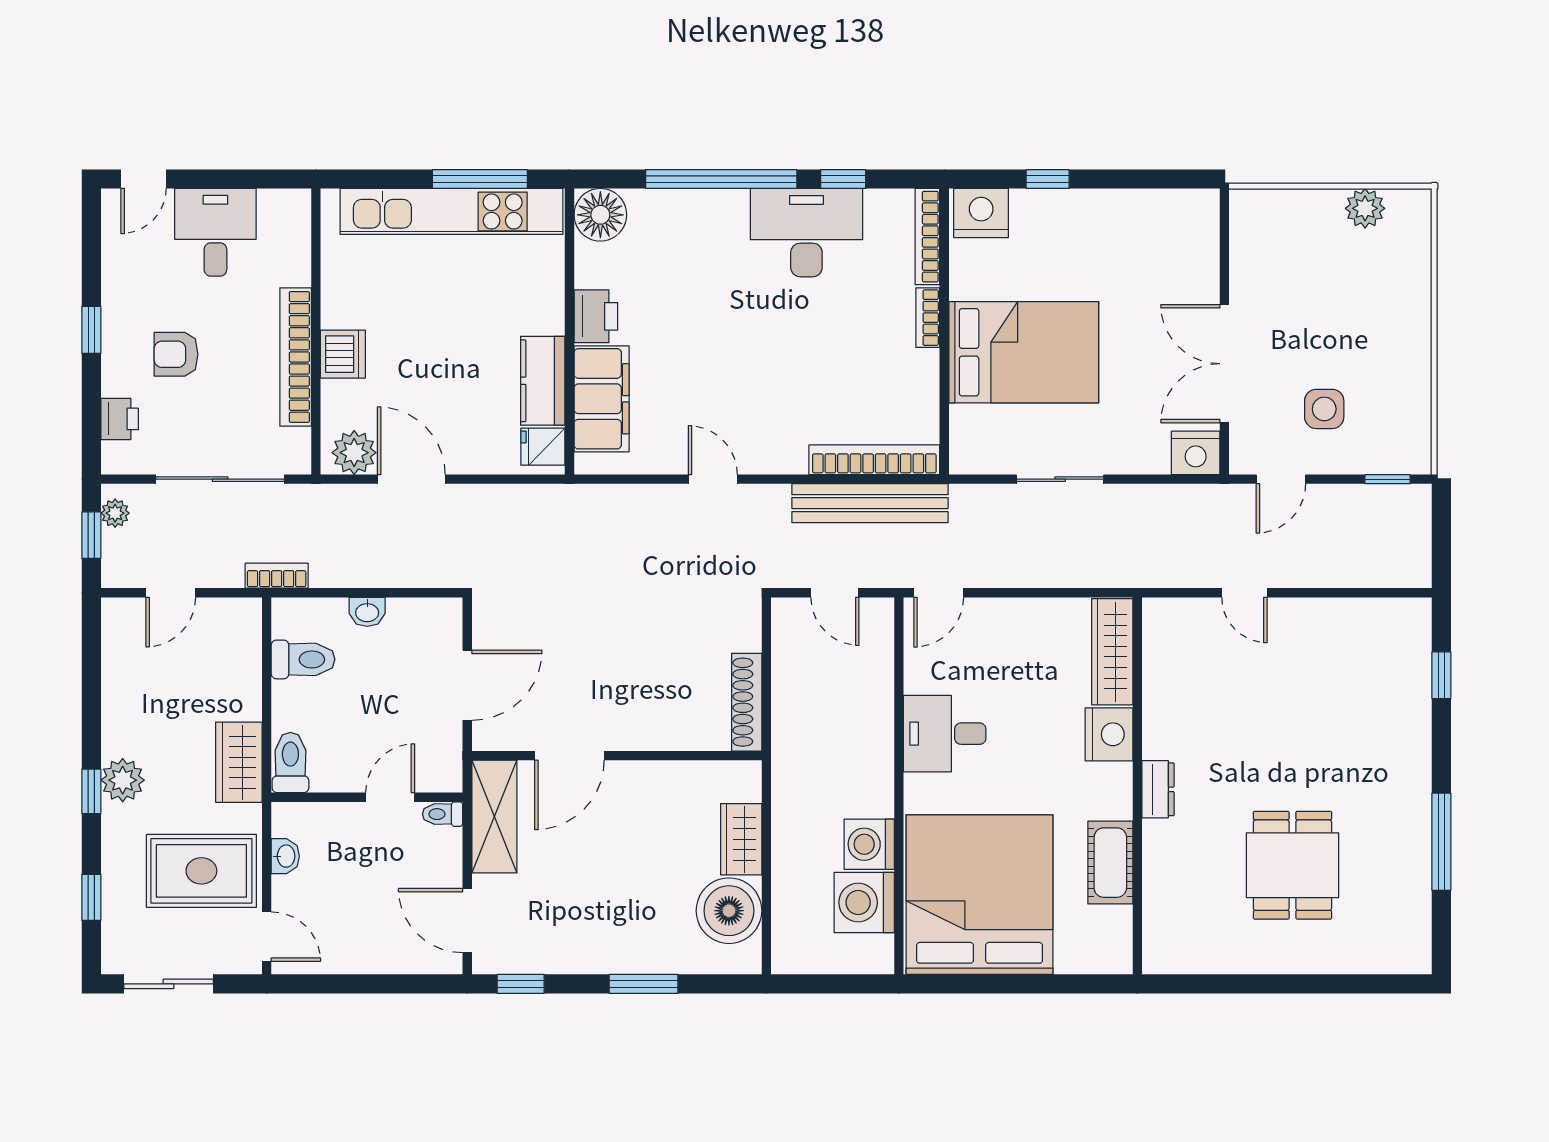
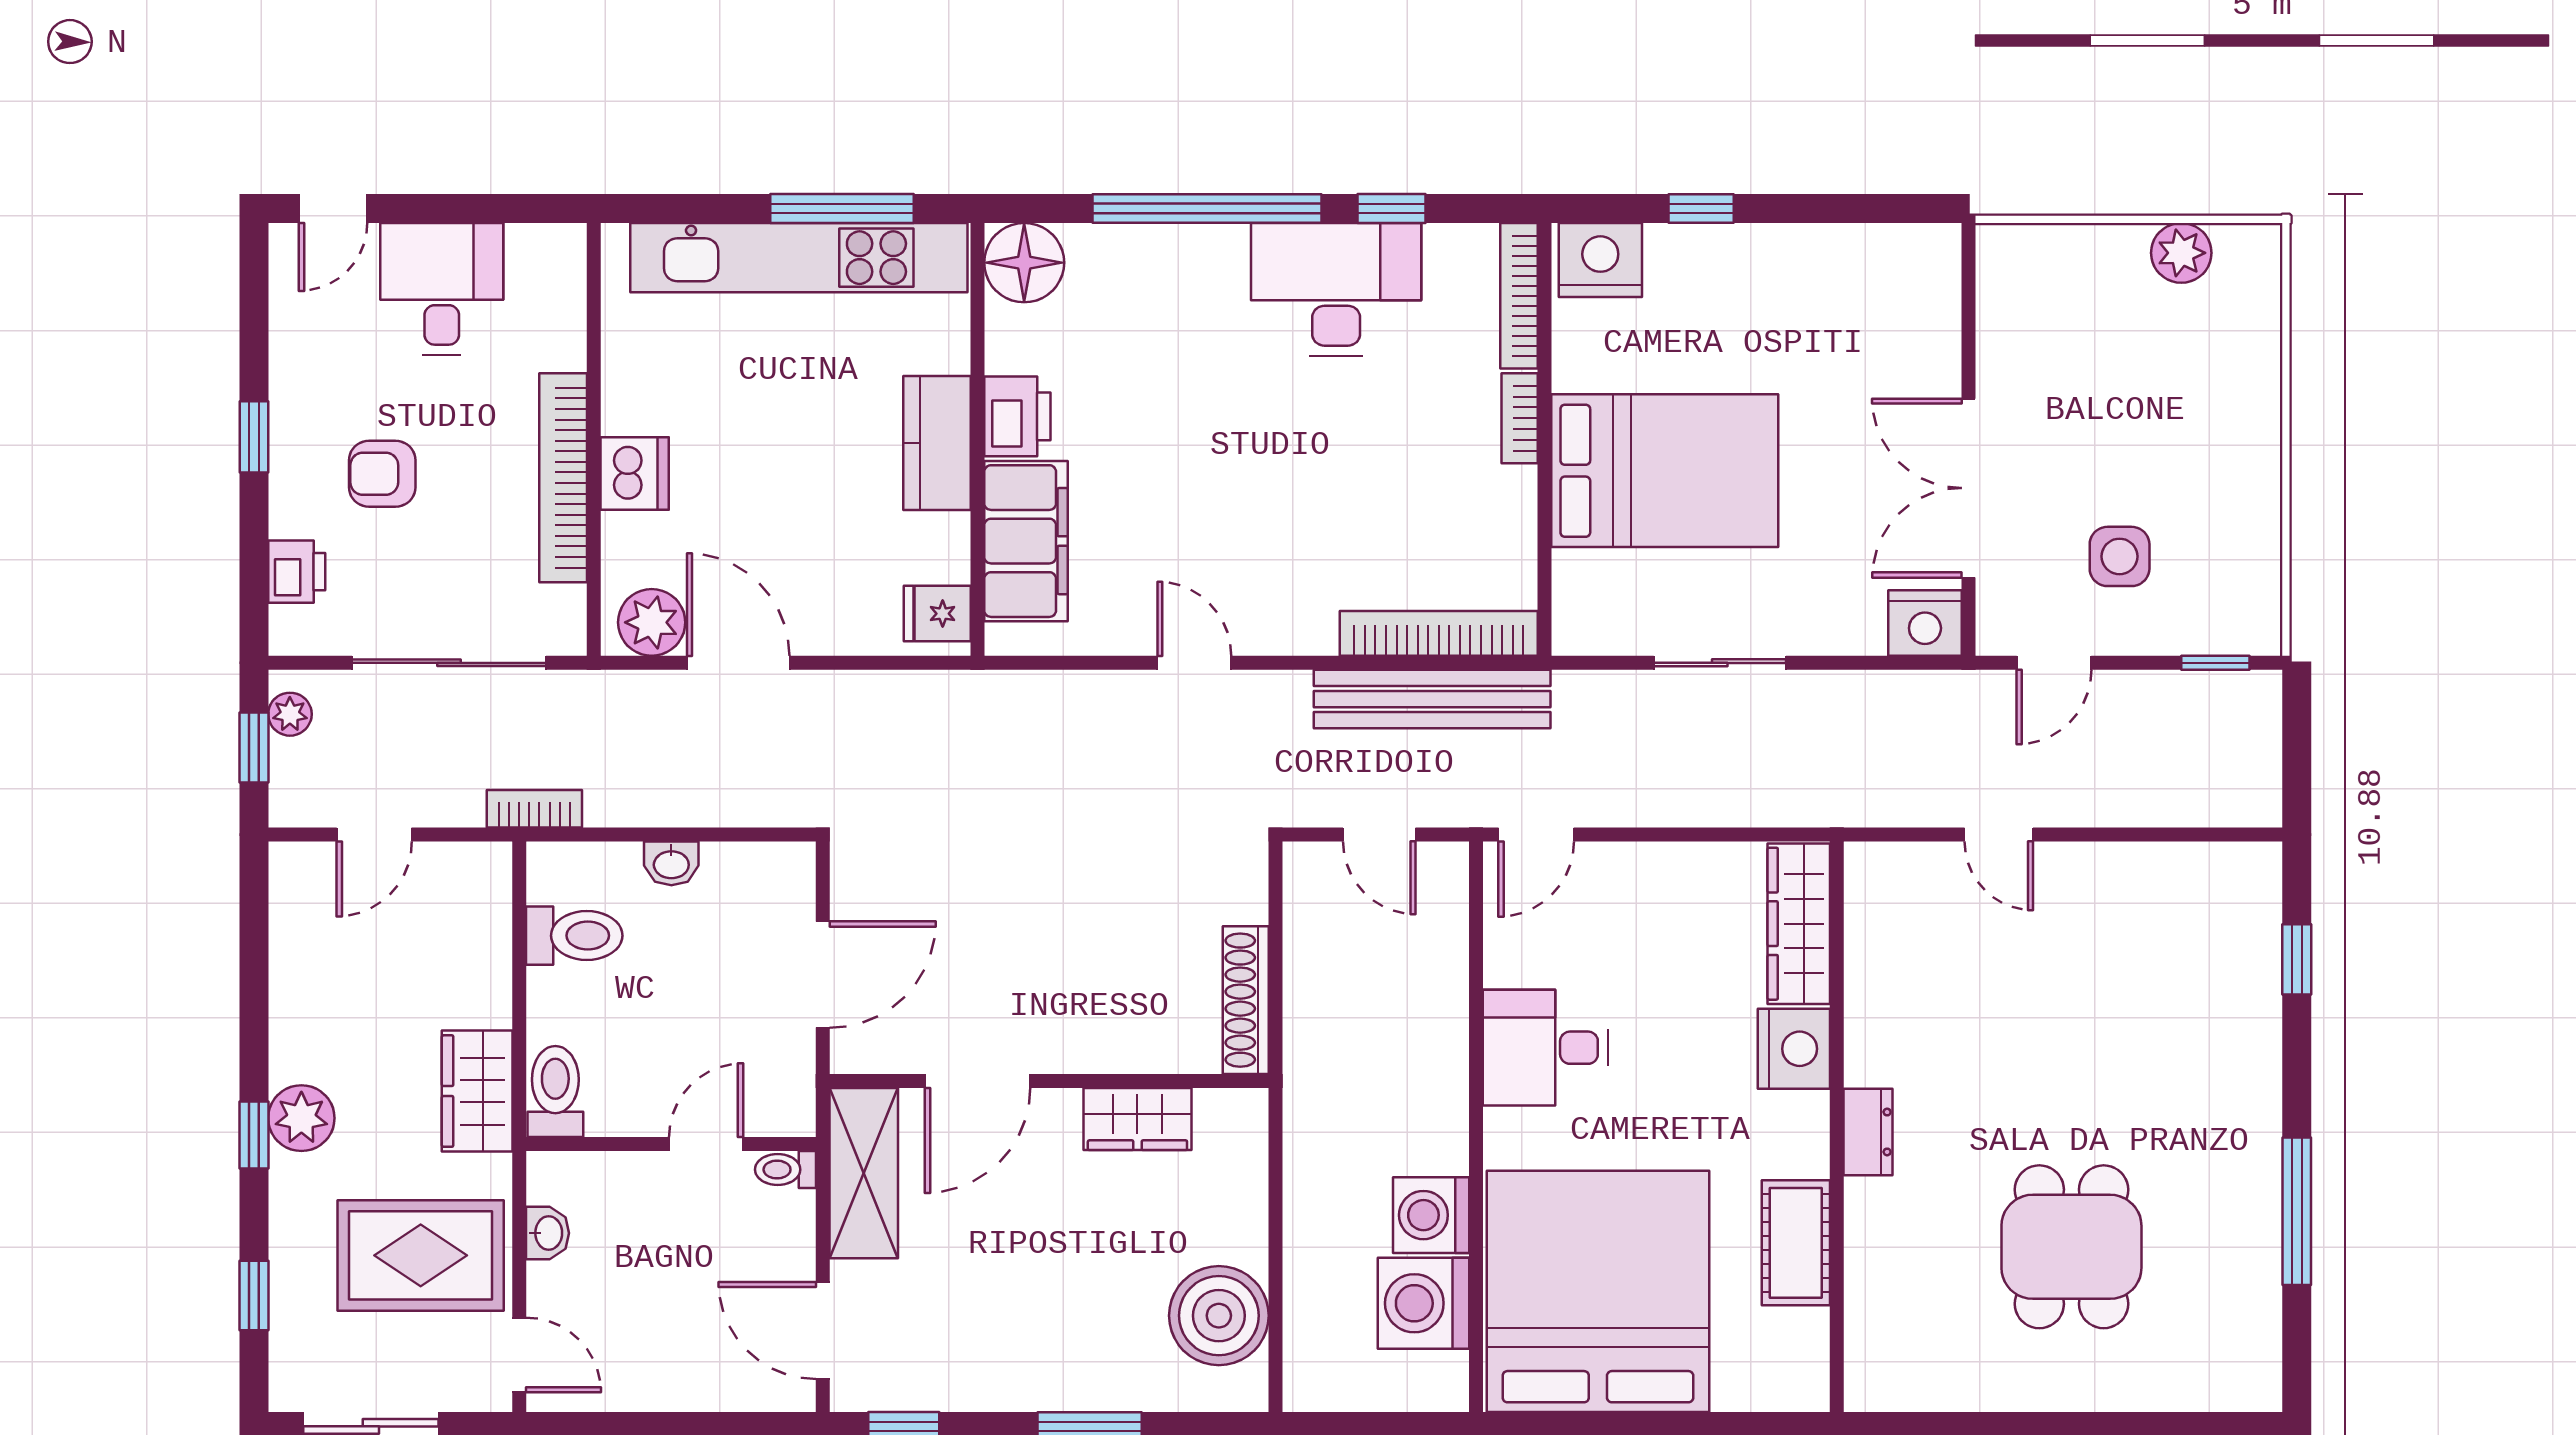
kitchen counter: (543, 381) -> (937, 443), moved
wardrobe: (741, 839) -> (1137, 1119), moved, turned -90

